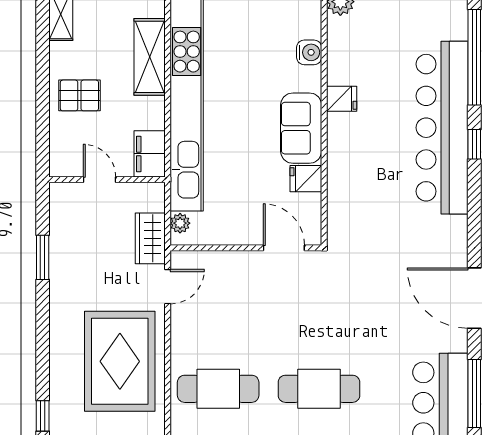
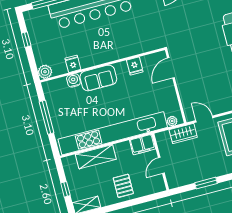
fridge: (342, 99) -> (73, 64), moved
sofa: (301, 128) -> (98, 78), moved

